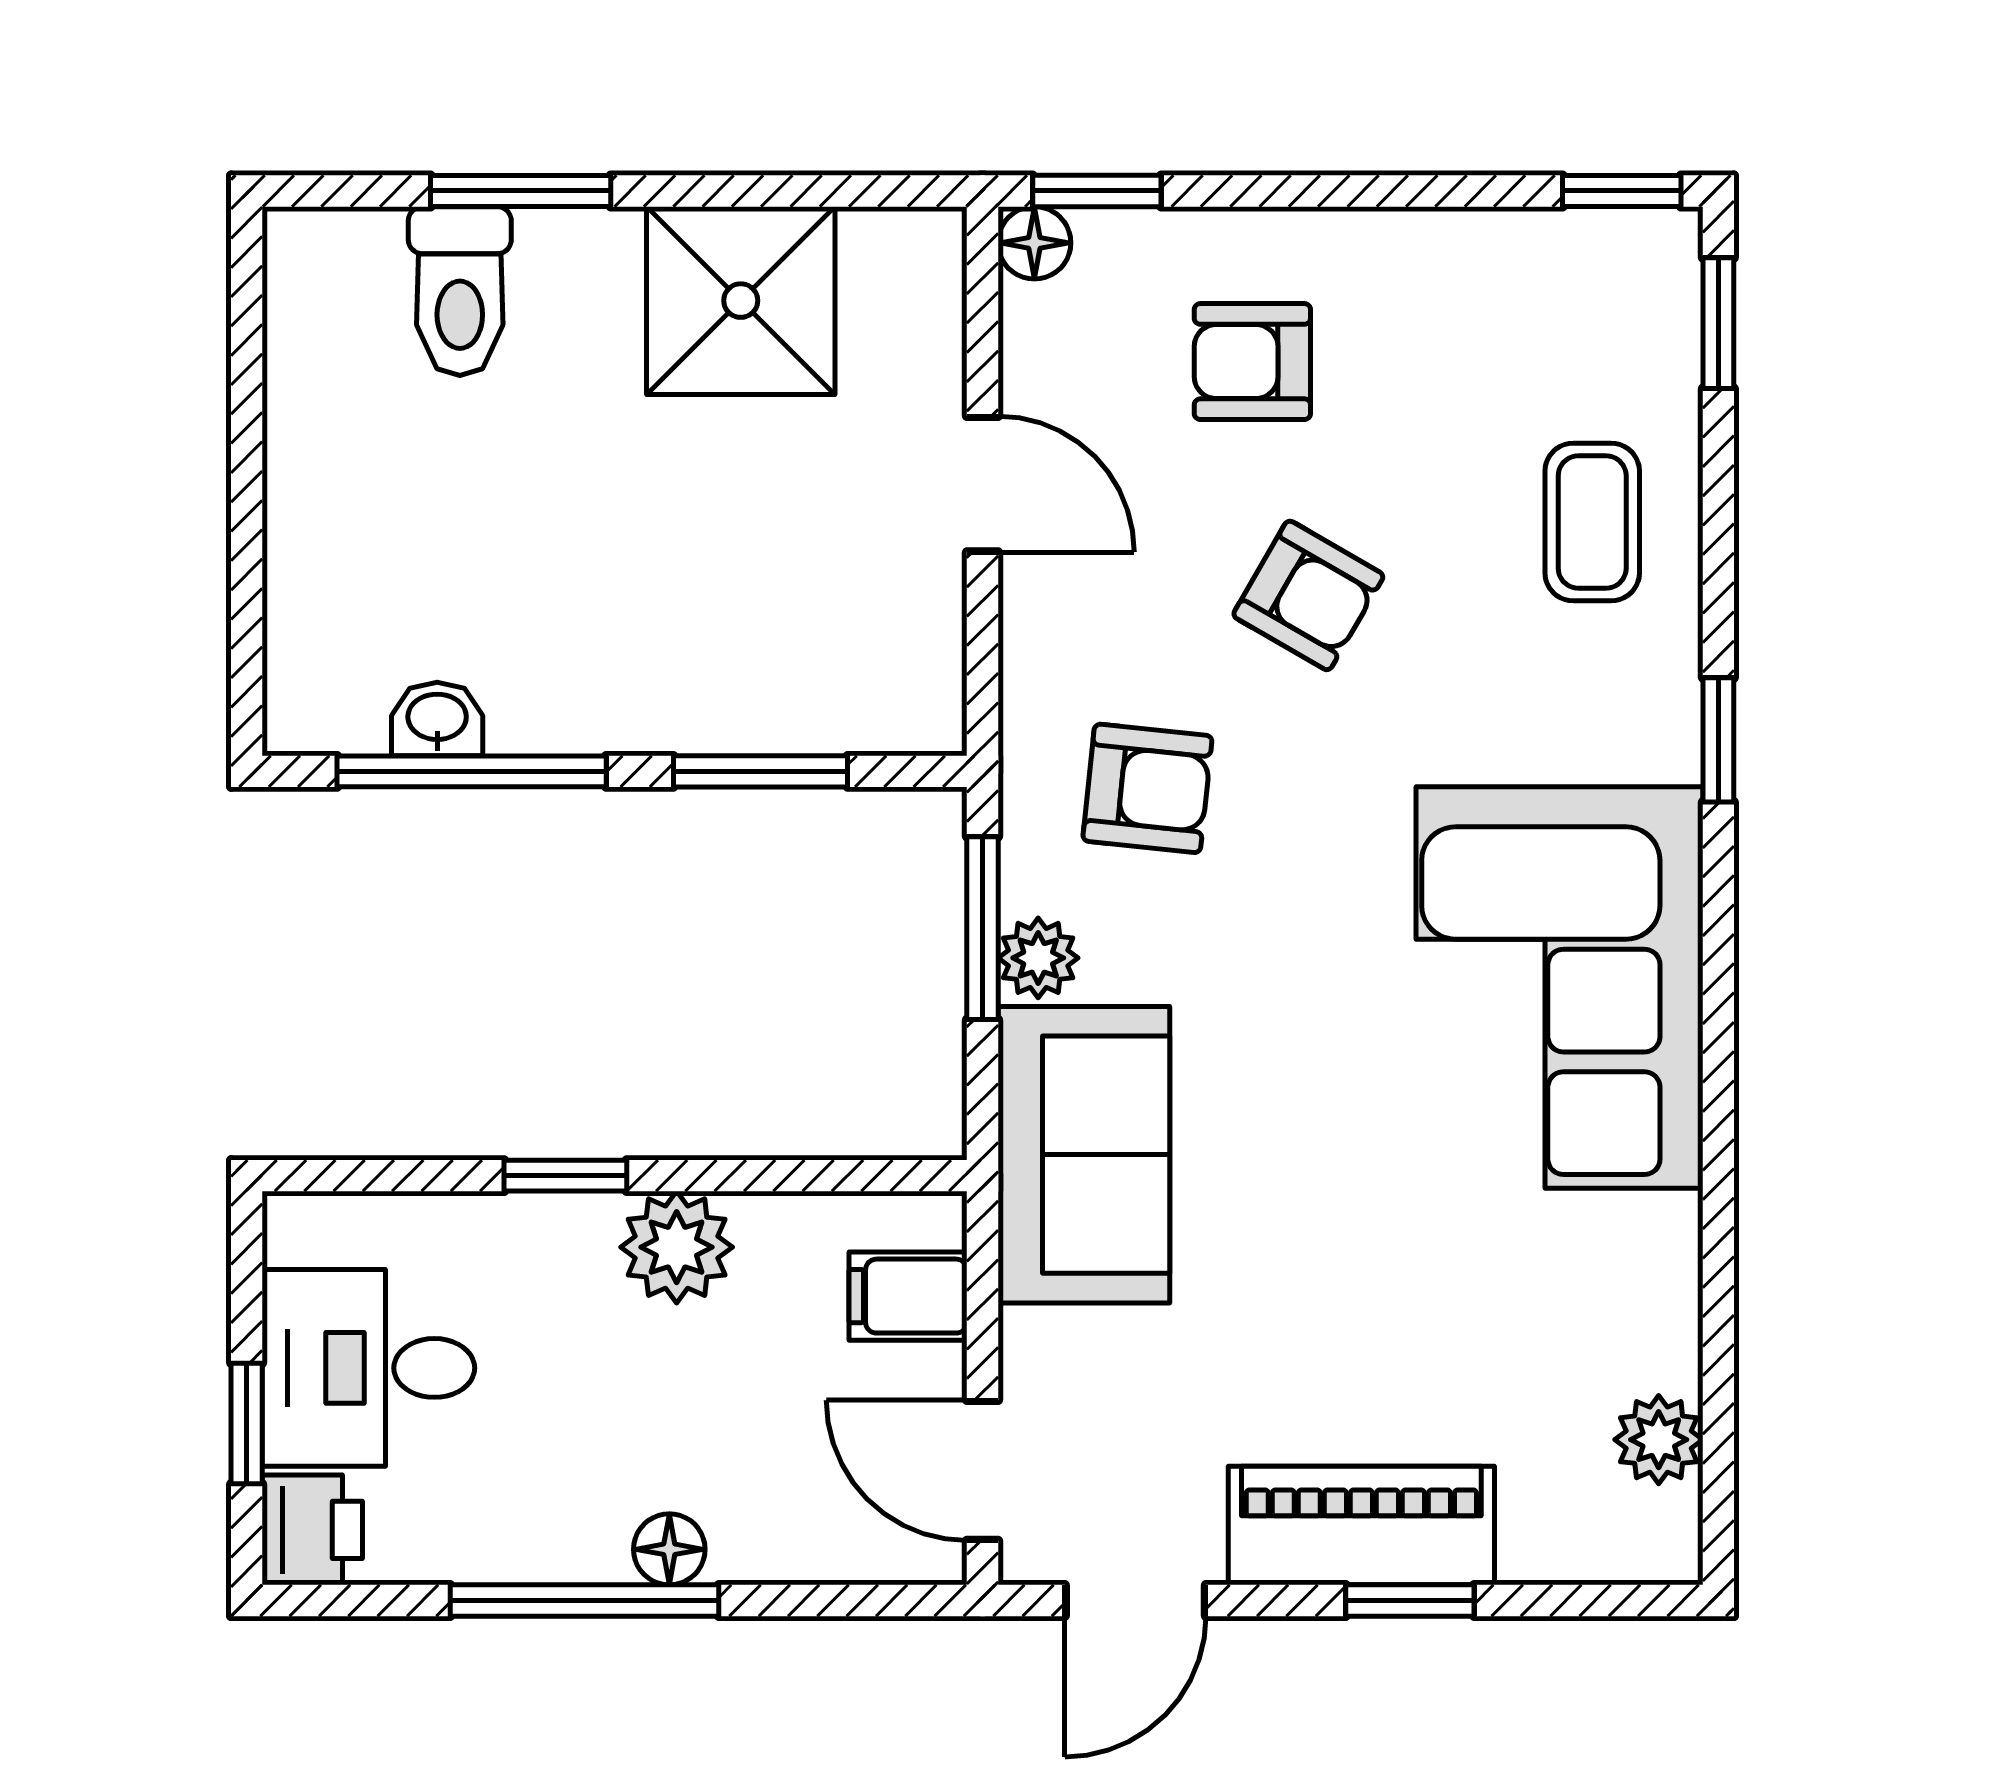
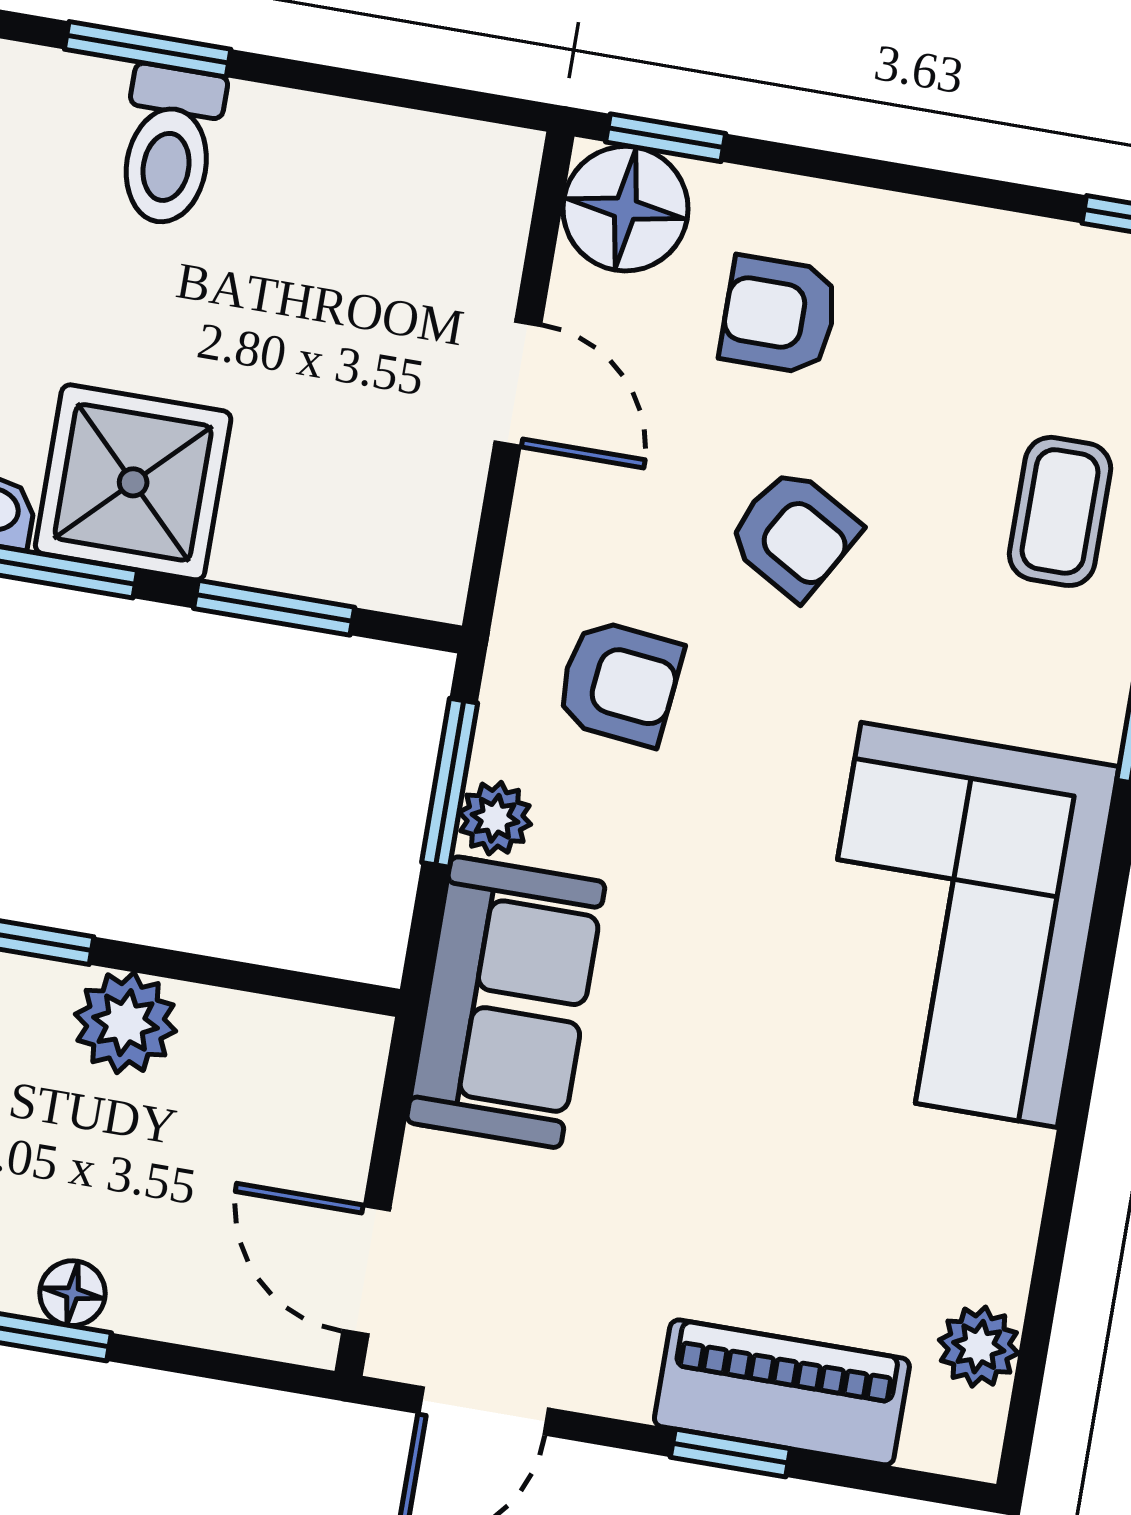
floor lamp: (1034, 243) -> (625, 209), width x1.89, depth x1.89
toilet: (460, 291) -> (170, 146), moved
shower: (741, 301) -> (133, 482), moved
filing cabinet: (908, 1296) -> (326, 1102), removed
piano: (1361, 1525) -> (782, 1392), moved

